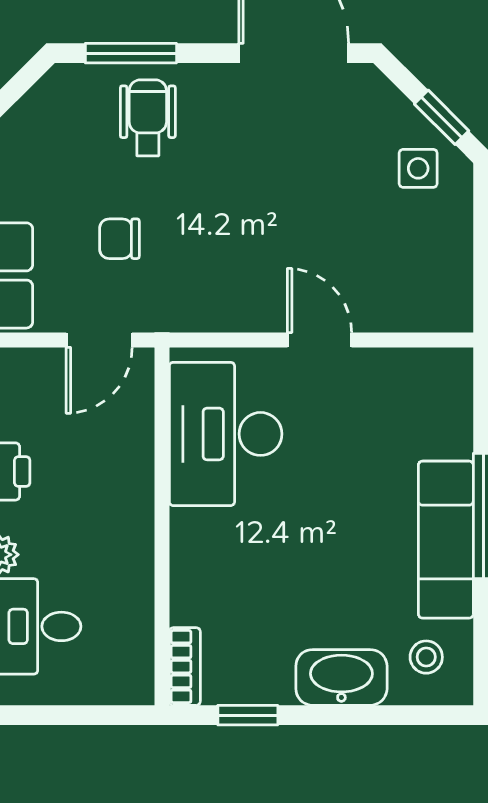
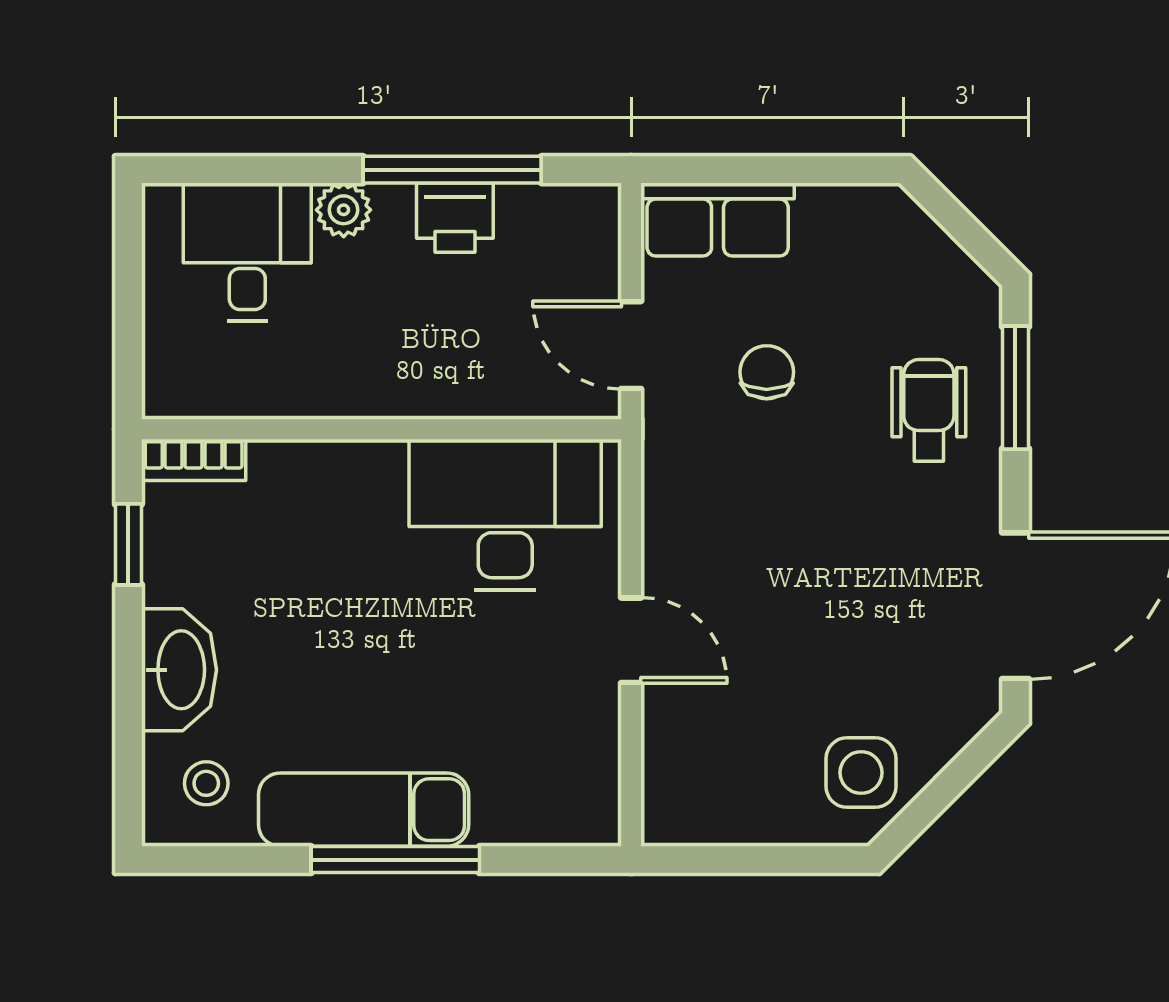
window: (442, 117) -> (929, 804), removed
wheelchair: (148, 118) -> (929, 410), turned -90
side table: (418, 168) -> (861, 773), width x1.37, depth x1.37
door: (319, 340) -> (631, 640), hinge flipped

